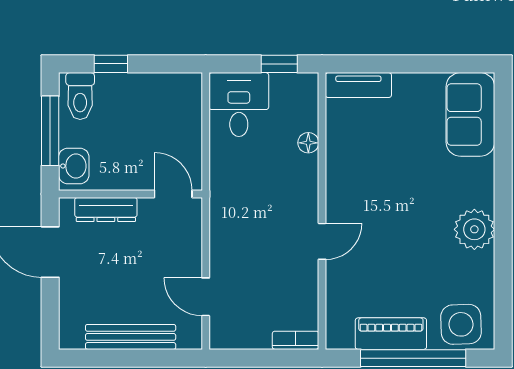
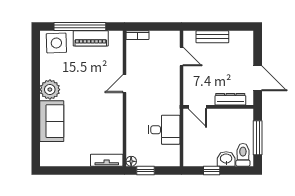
window: (111, 64) -> (212, 171), moved
desk: (239, 105) -> (164, 130), moved, turned -90
sofa: (470, 114) -> (52, 121), moved
floor lamp: (308, 143) -> (131, 161), moved
washbasin: (74, 166) -> (226, 159), moved, turned 90
bench: (131, 337) -> (212, 37), width x0.73

